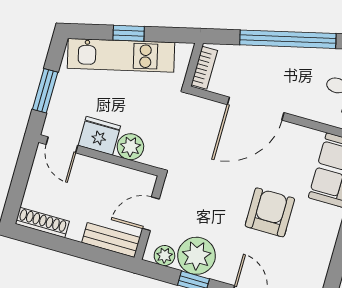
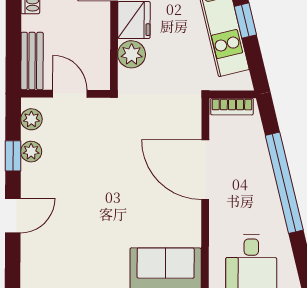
armchair: (270, 212) -> (105, 213), removed
plant: (196, 256) -> (31, 152), width x0.53, depth x0.53

